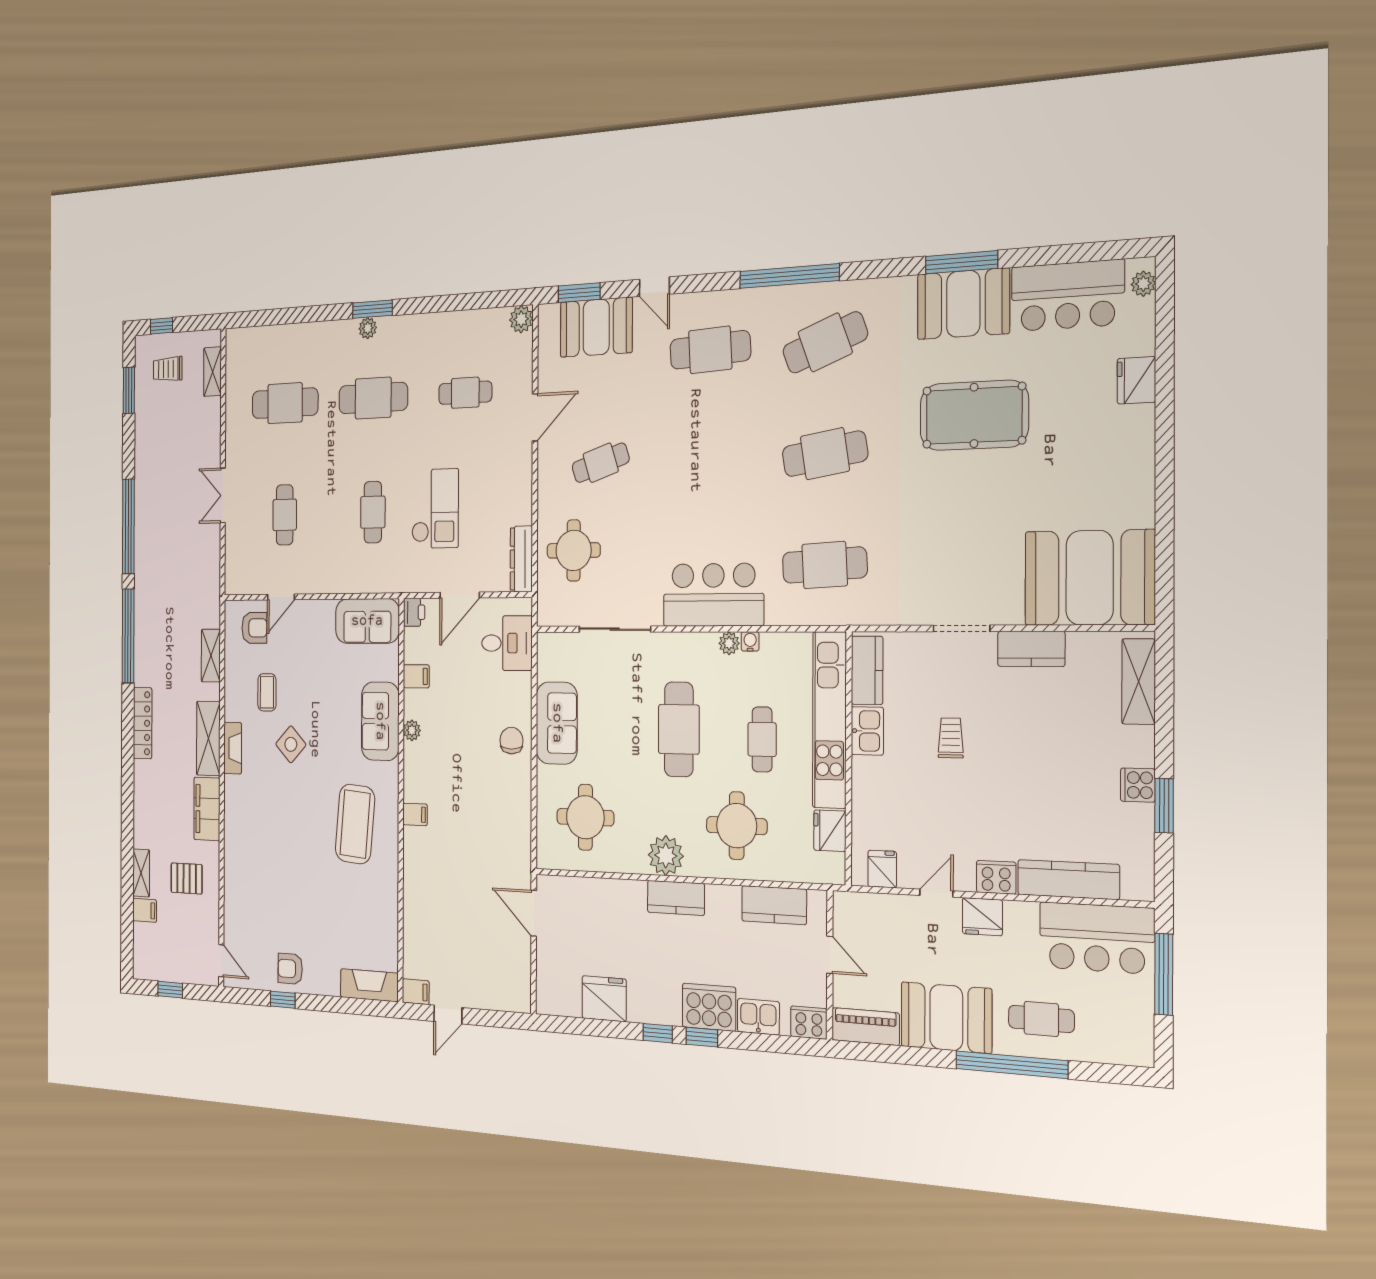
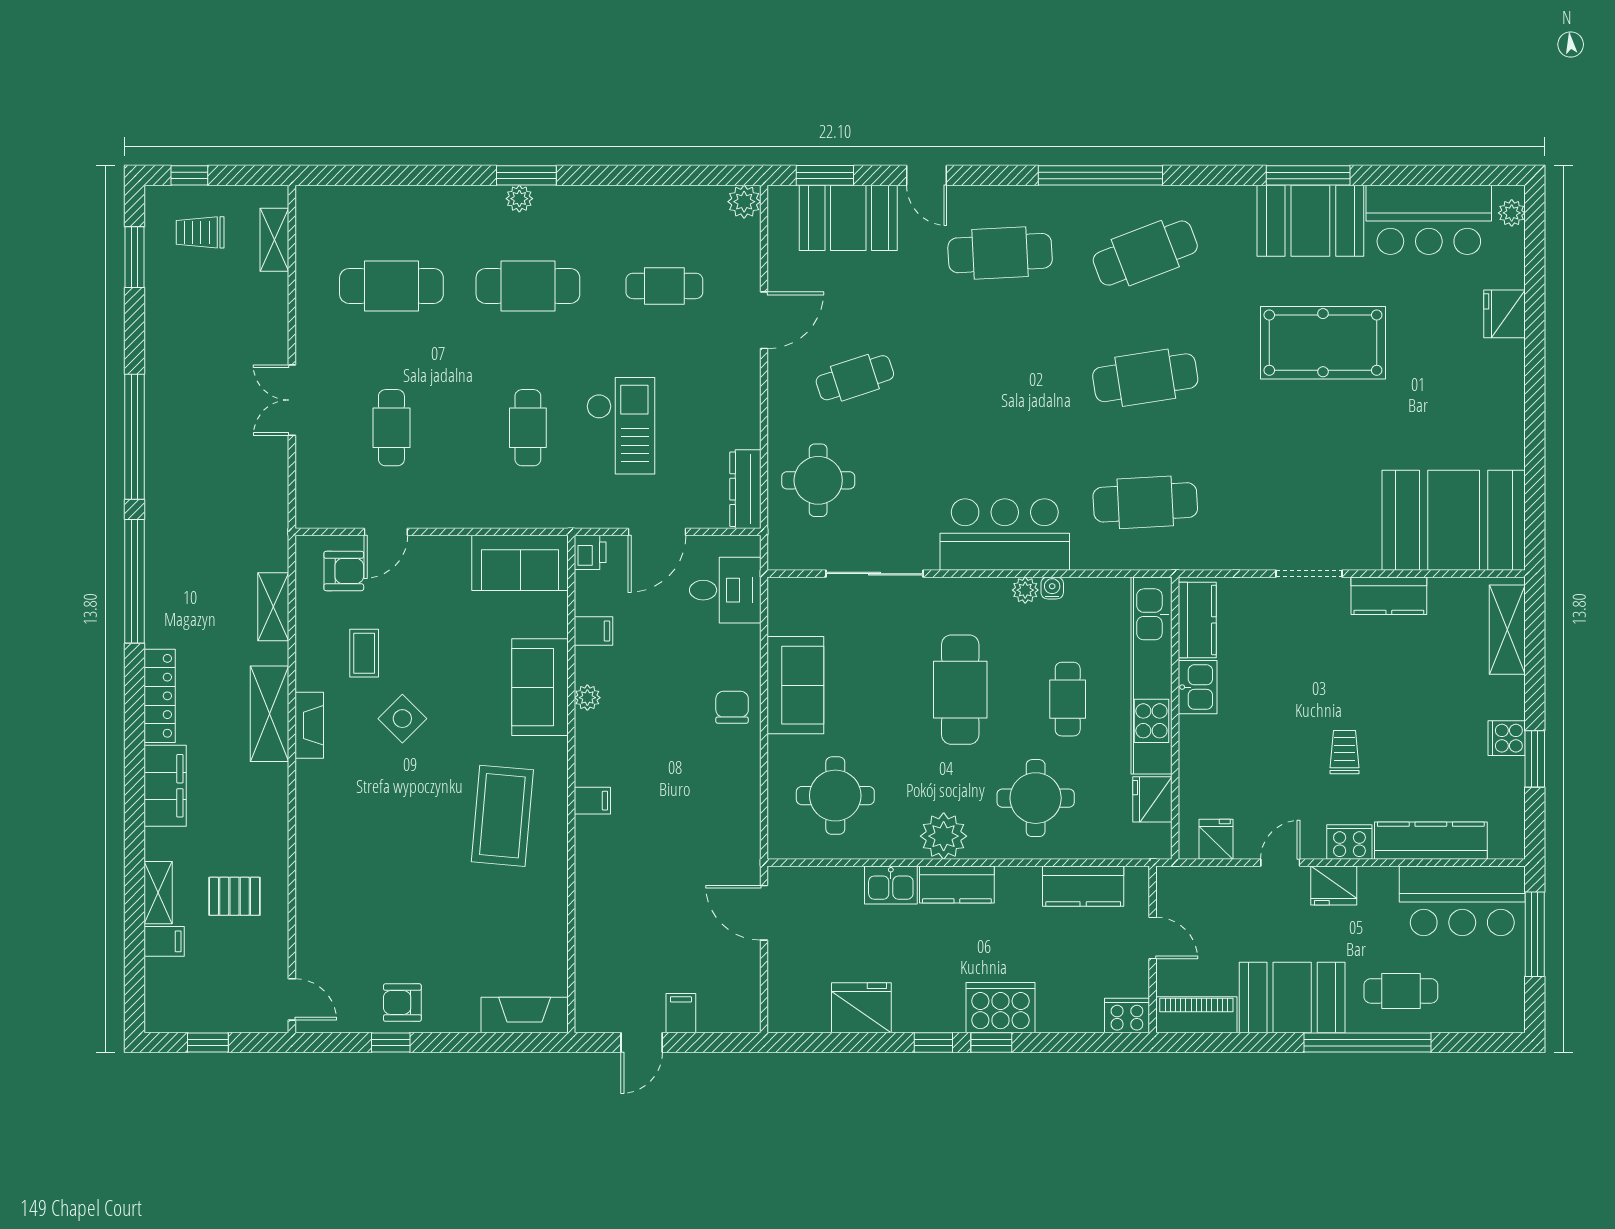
trolley: (951, 738) -> (1344, 752), moved
filing cabinet: (207, 809) -> (165, 786), moved, turned 180
filing cabinet: (416, 992) -> (681, 1013), moved, turned -90
kitchen sink: (758, 1017) -> (891, 885), moved, turned 180

